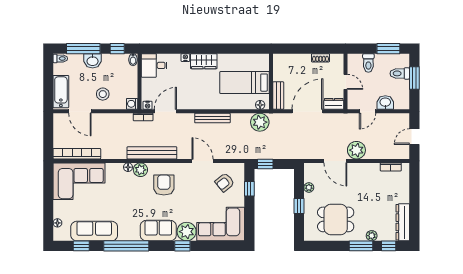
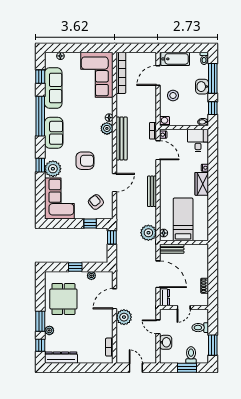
armchair: (164, 185) -> (85, 161), moved
sofa: (158, 231) -> (54, 133), moved

